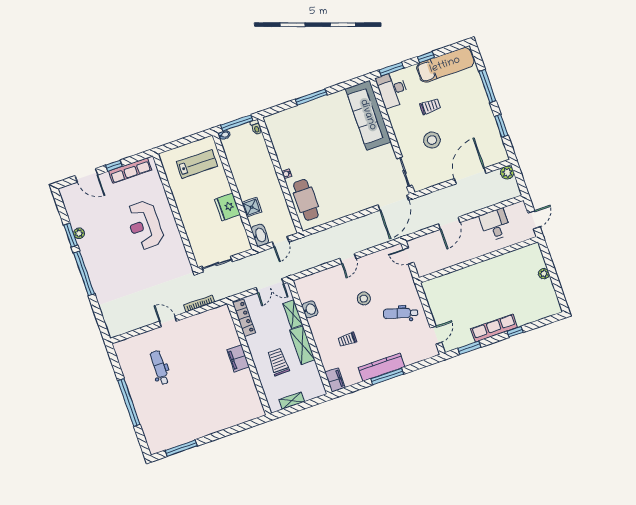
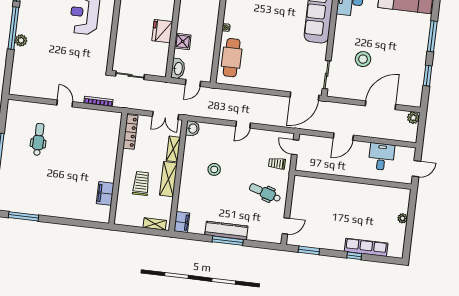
trolley: (430, 106) -> (375, 30), removed
plant: (97, 281) -> (21, 40), added
stool: (364, 299) -> (214, 169), moved
washbasin: (310, 309) -> (193, 129), moved
row of seats: (494, 328) -> (366, 247), moved
trolley: (347, 340) -> (277, 163), moved
filing cabinet: (238, 358) -> (105, 193), moved
shelving: (292, 401) -> (155, 224), moved

